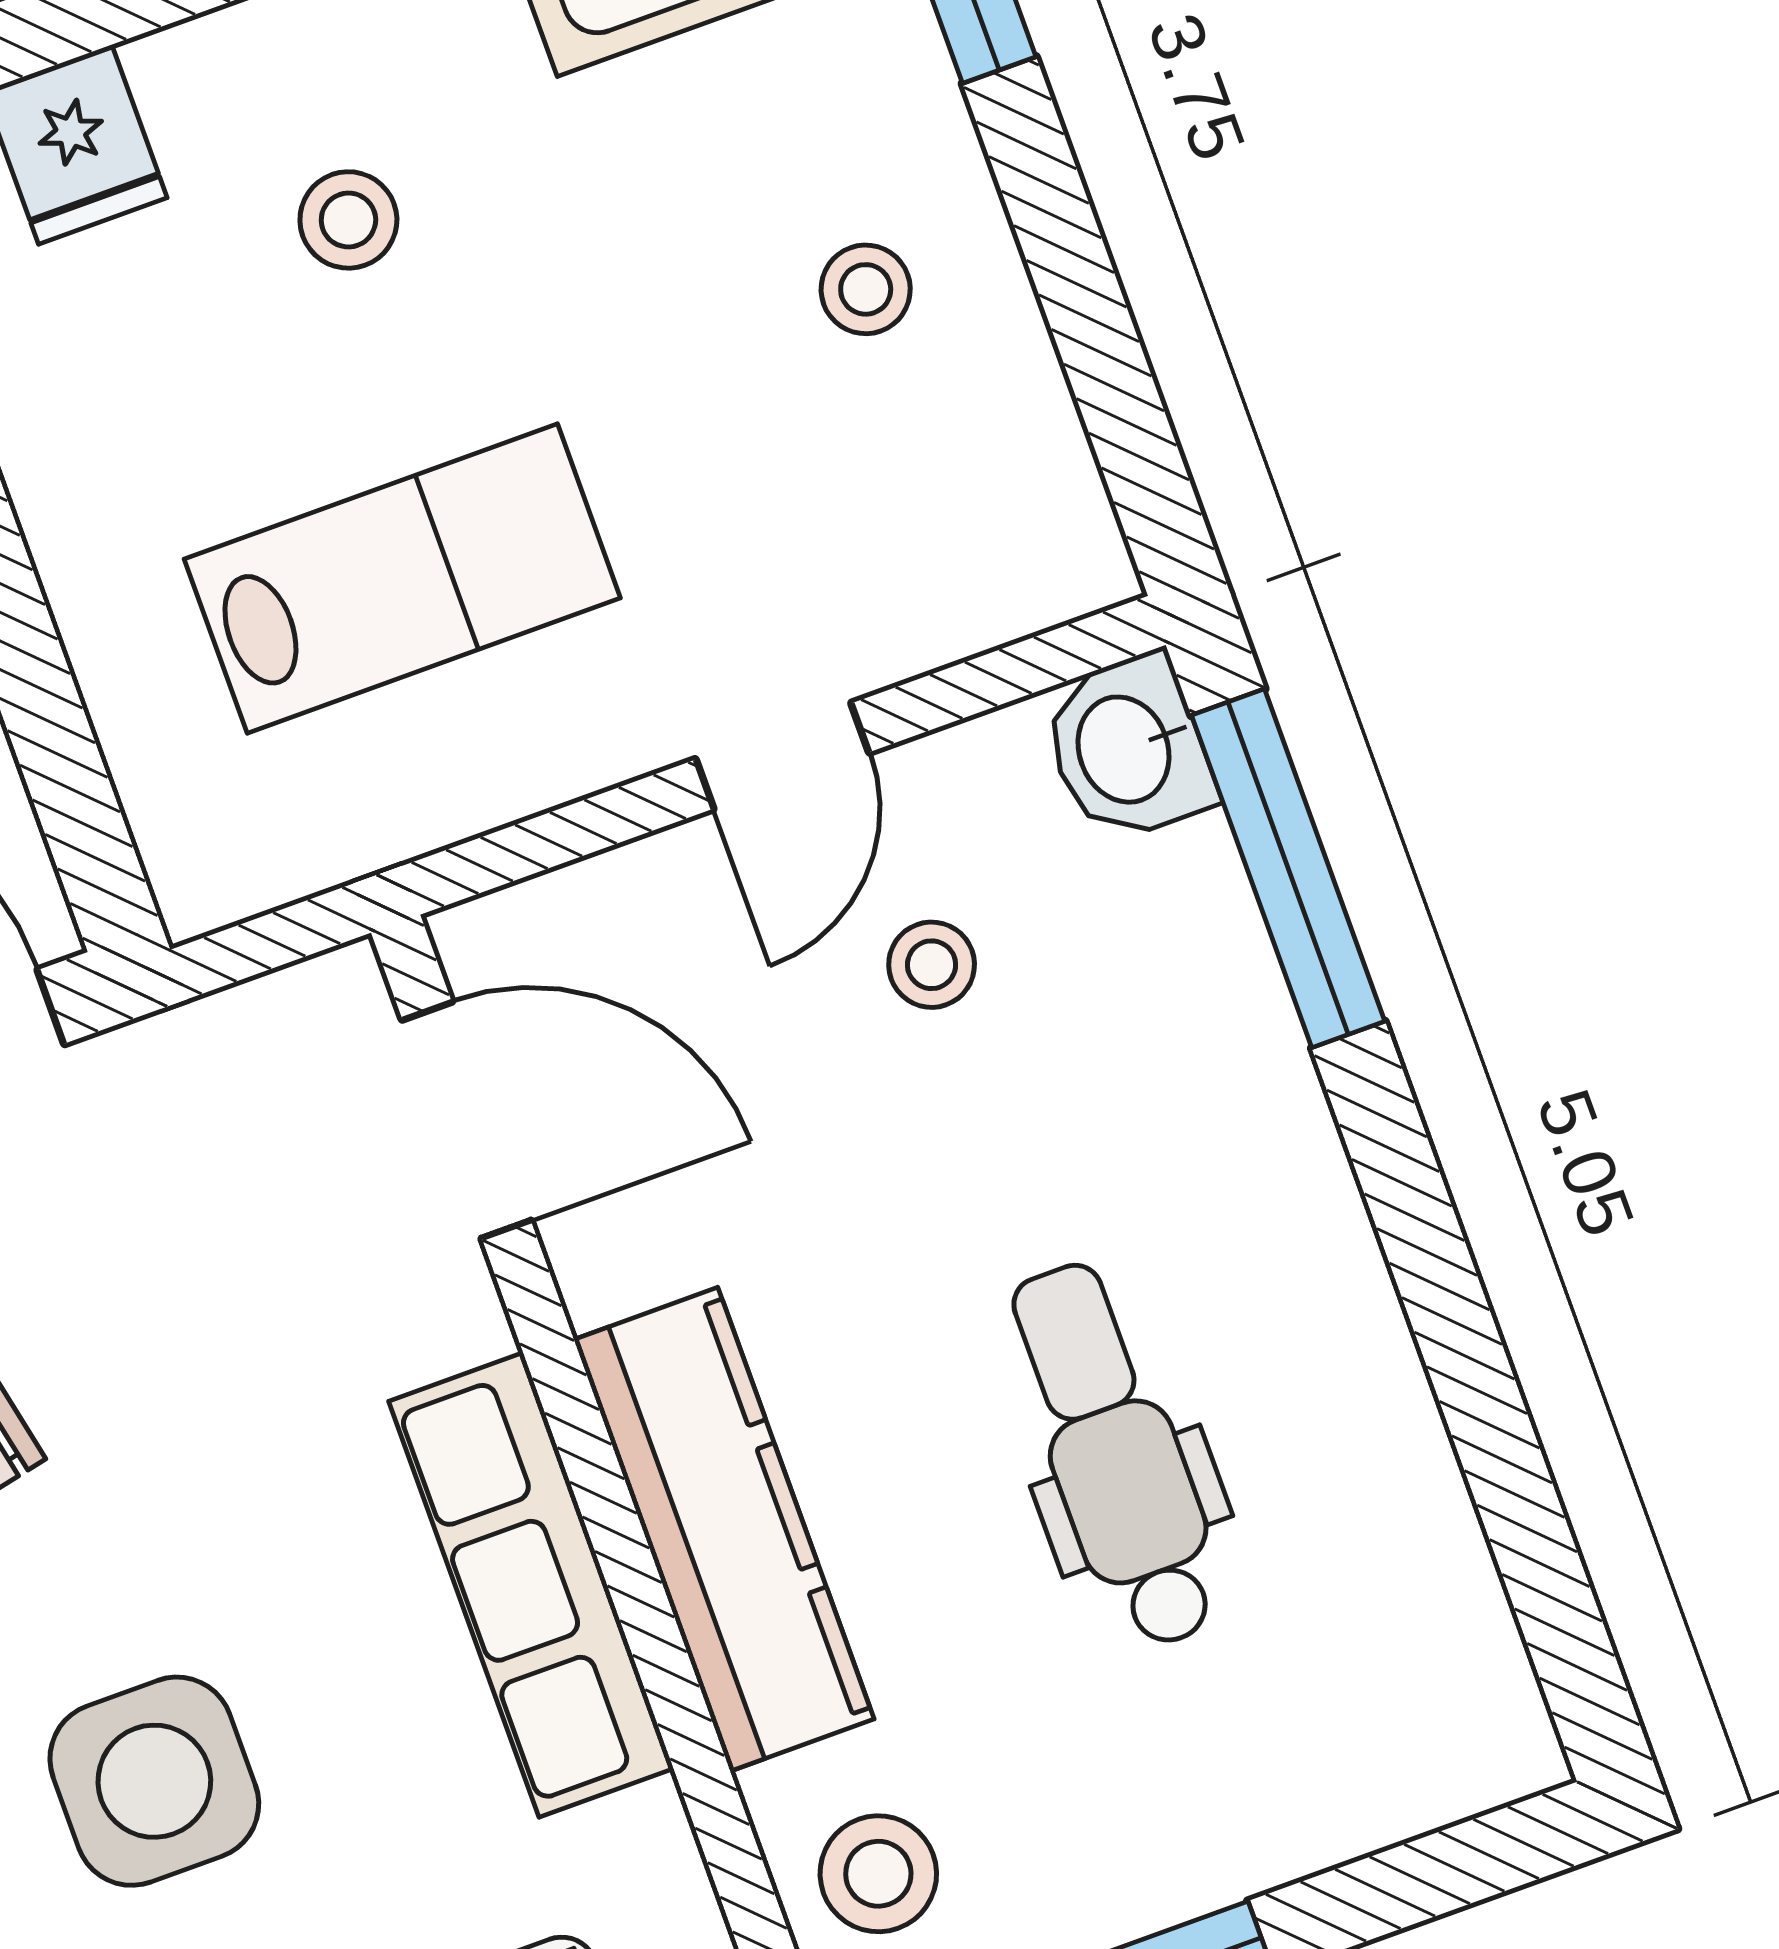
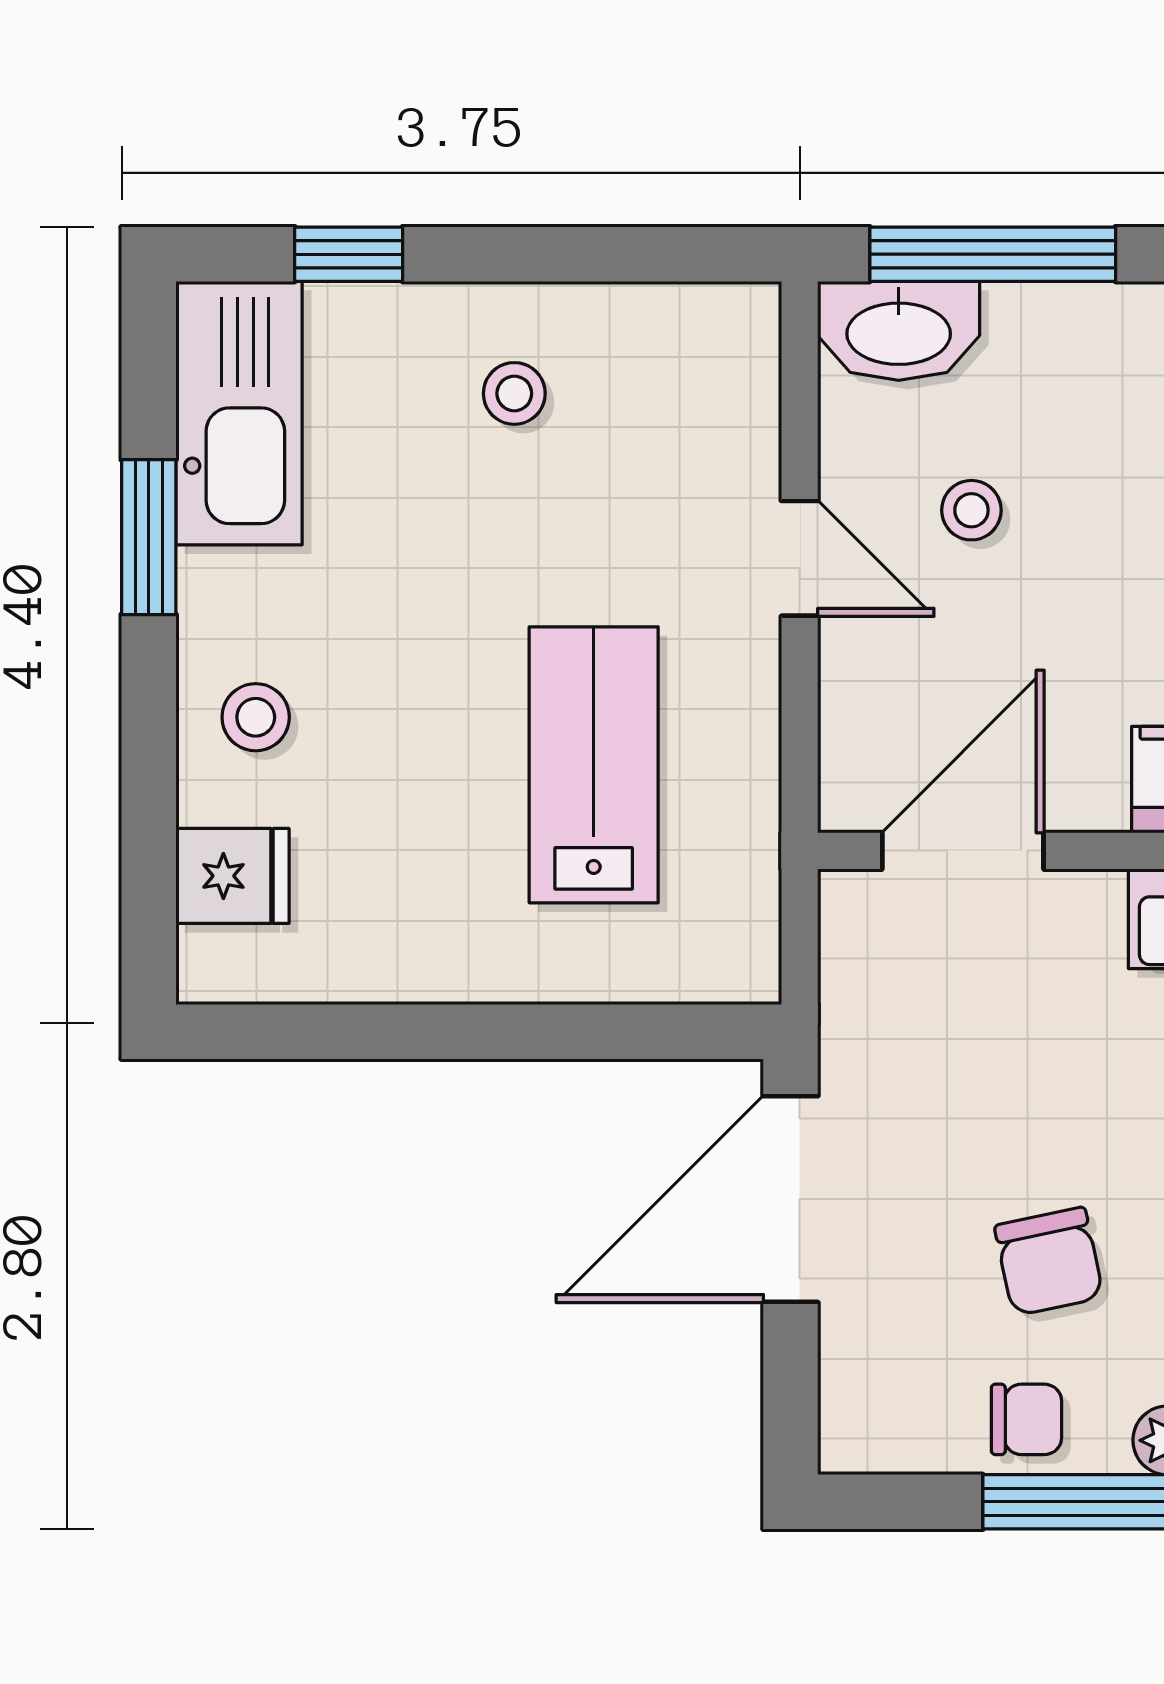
stool: (348, 220) -> (256, 717), moved
washbasin: (1128, 748) -> (899, 331), width x1.38

